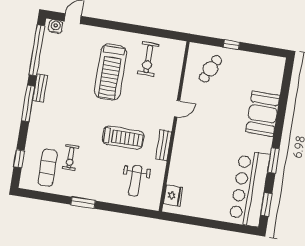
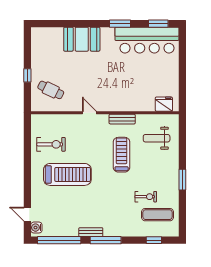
weight bench: (135, 181) -> (157, 138), turned 180

